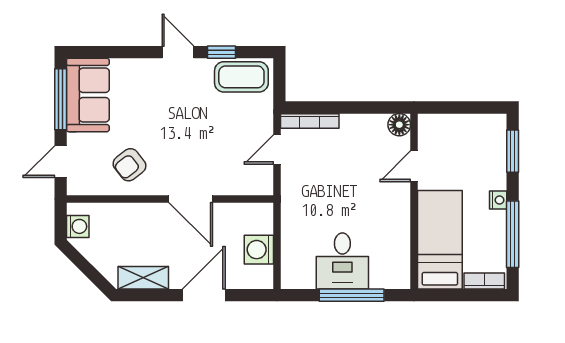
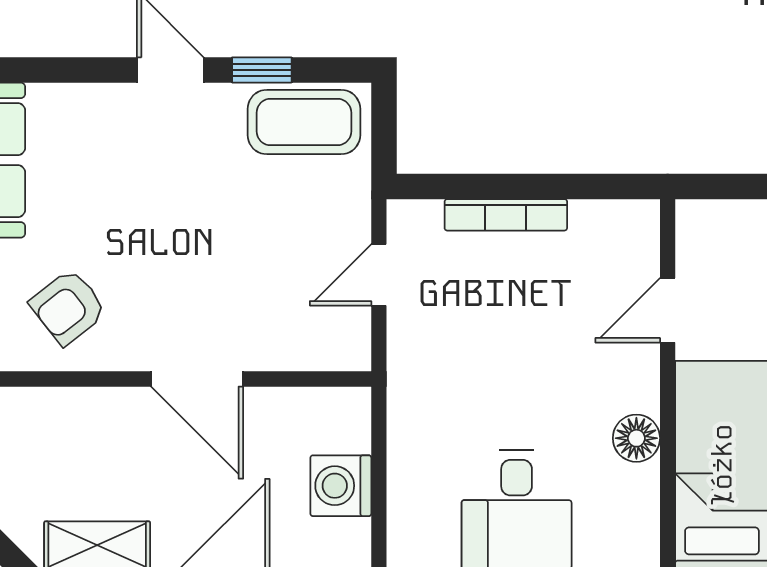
bookcase: (310, 121) -> (506, 215), moved
floor lamp: (399, 125) -> (636, 438), moved

